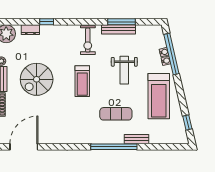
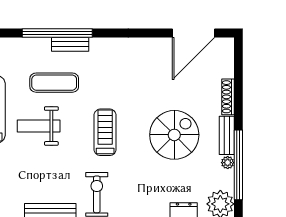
weight bench: (124, 70) -> (39, 126), moved, turned -90
bench: (136, 139) -> (70, 44), moved

